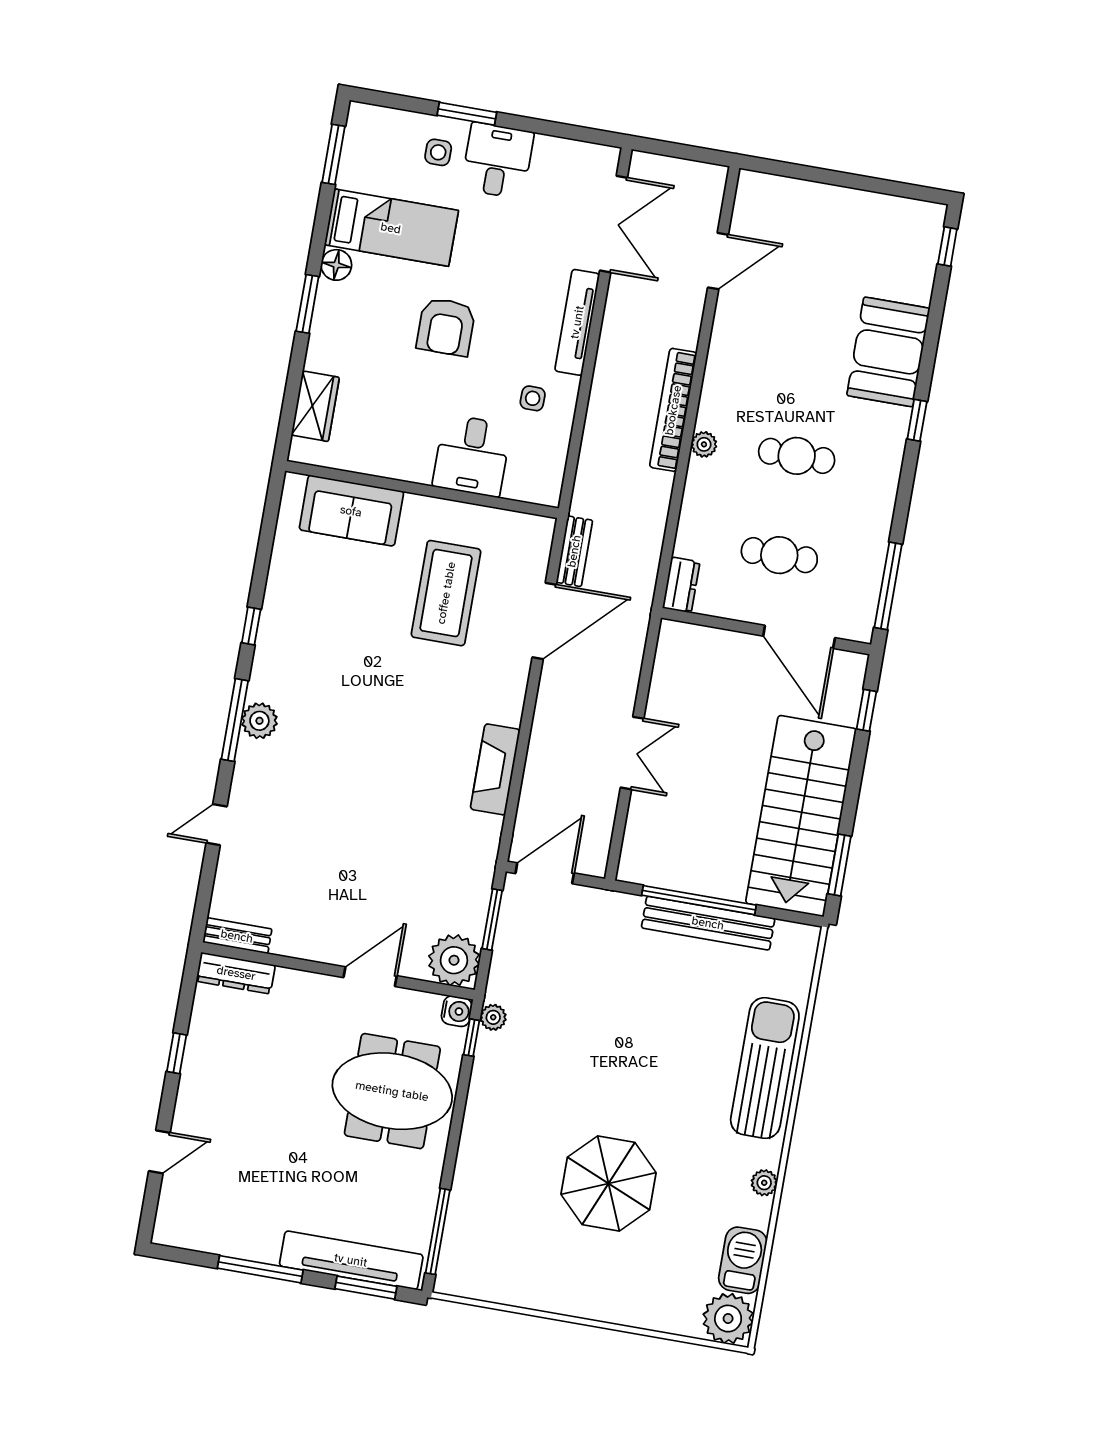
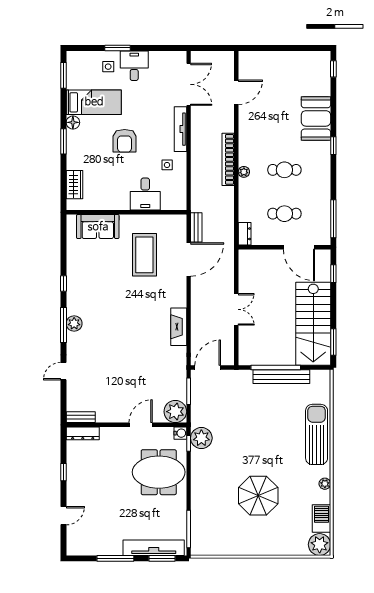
plant: (493, 1017) -> (201, 438), width x1.87, depth x1.87

